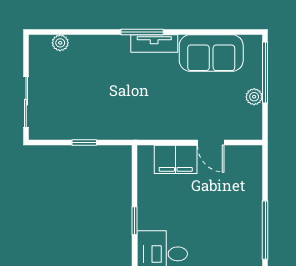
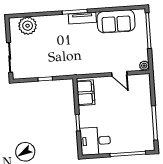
plant: (60, 43) -> (28, 26), width x1.88, depth x1.88
plant: (254, 97) -> (144, 66), moved
filing cabinet: (176, 159) -> (86, 93), moved, turned -90

